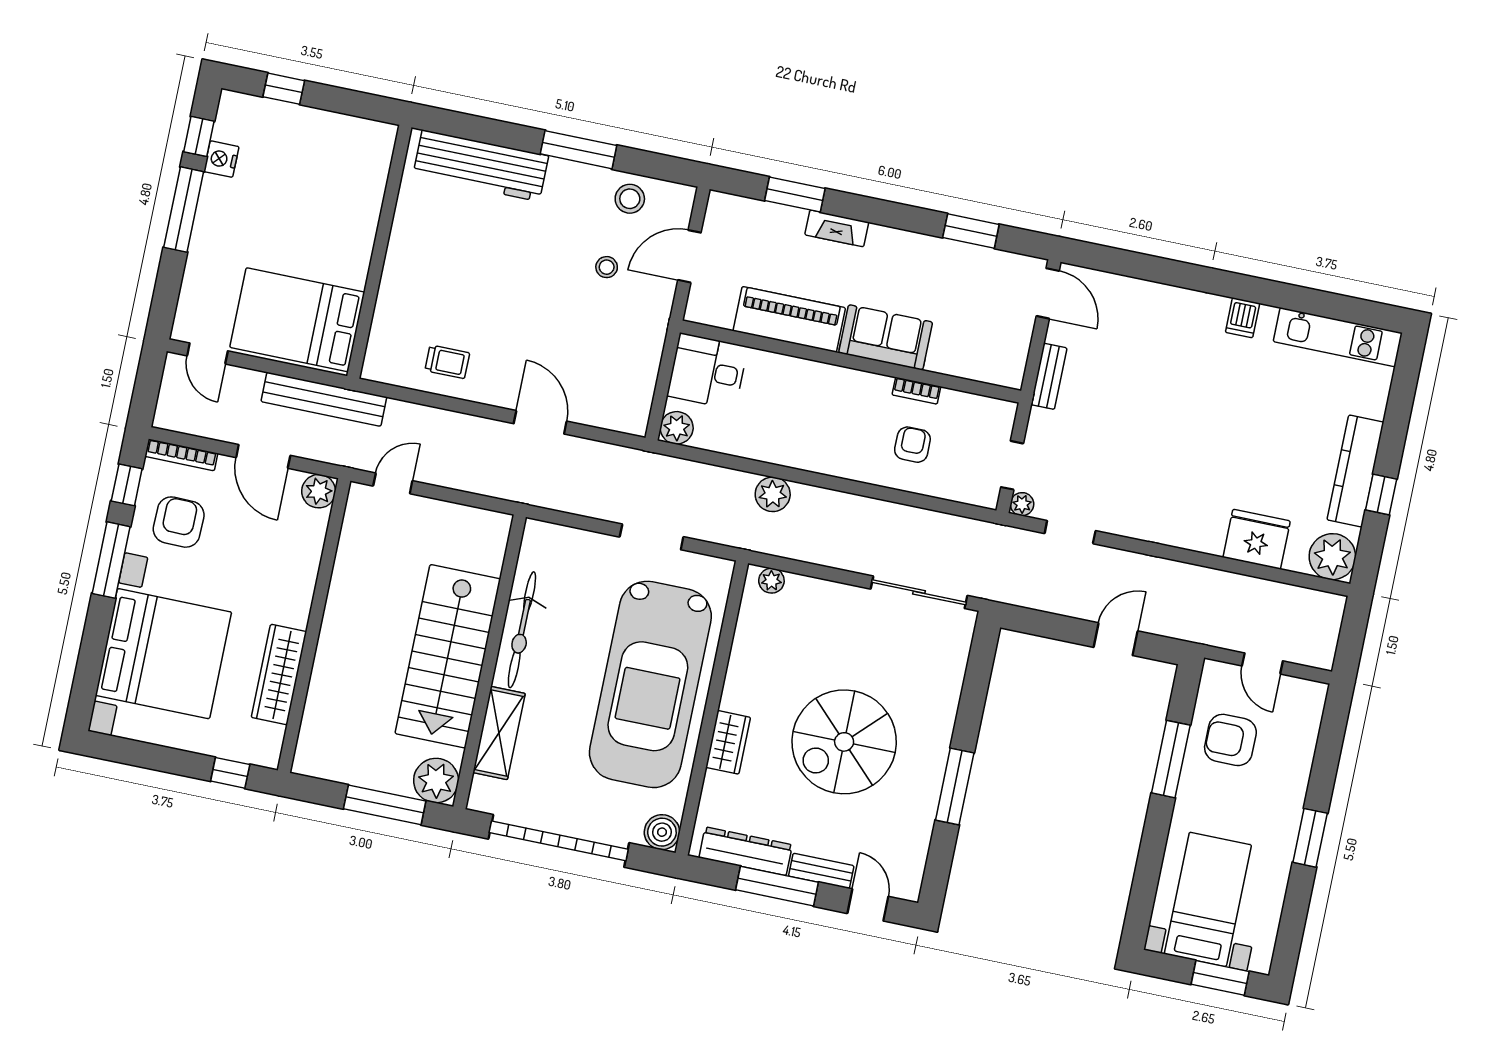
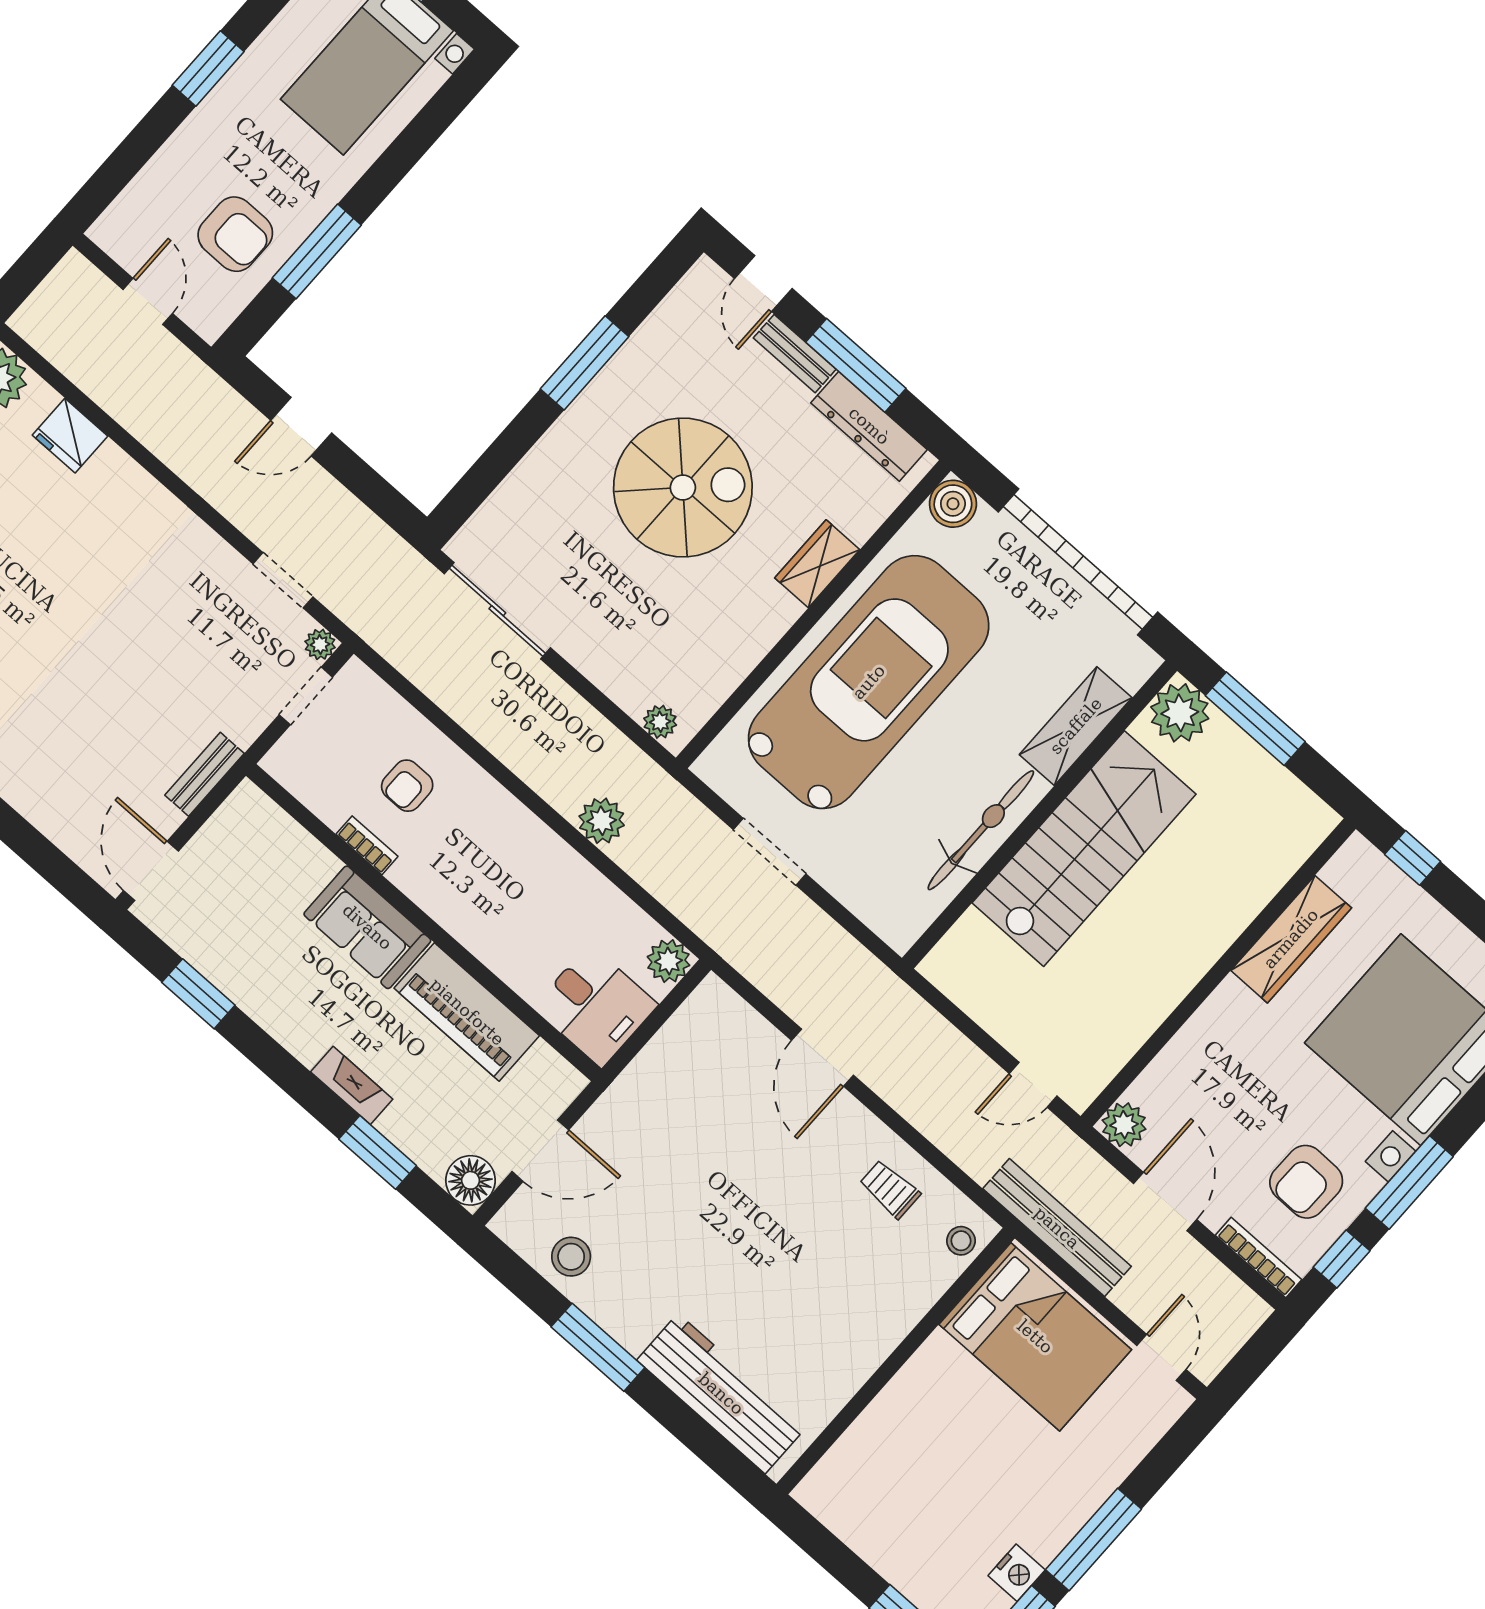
floor lamp: (724, 211) -> (471, 1180), added
stool: (607, 267) -> (961, 1241), moved
fridge: (1257, 539) -> (70, 436), width x0.73, depth x0.75

